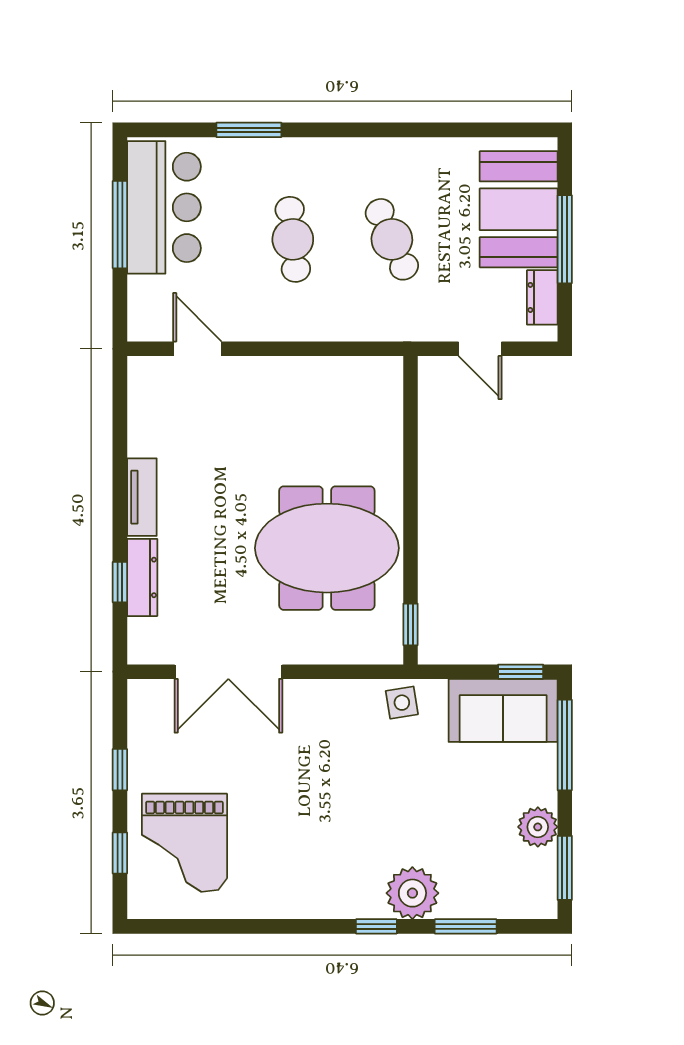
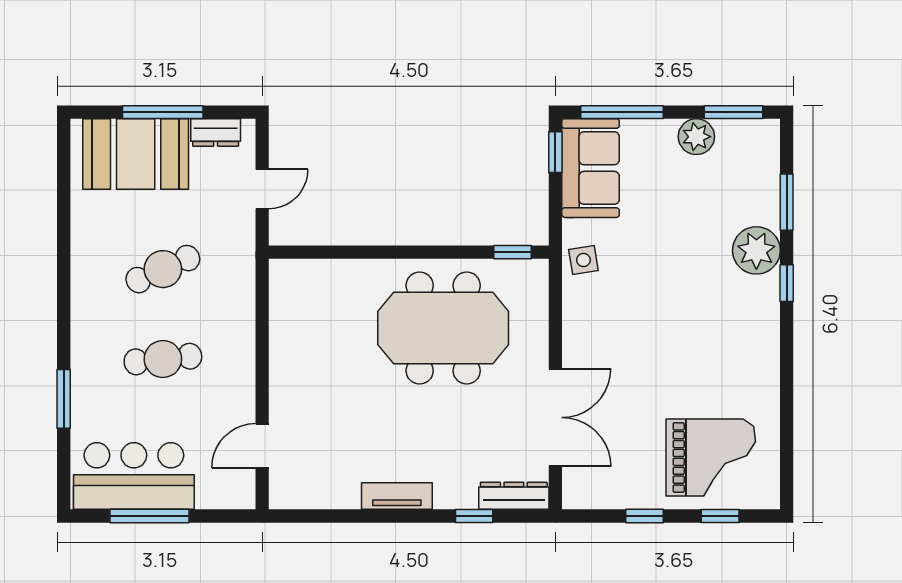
meeting table: (327, 548) -> (443, 328), turned 90
dresser: (142, 577) -> (514, 496), moved

